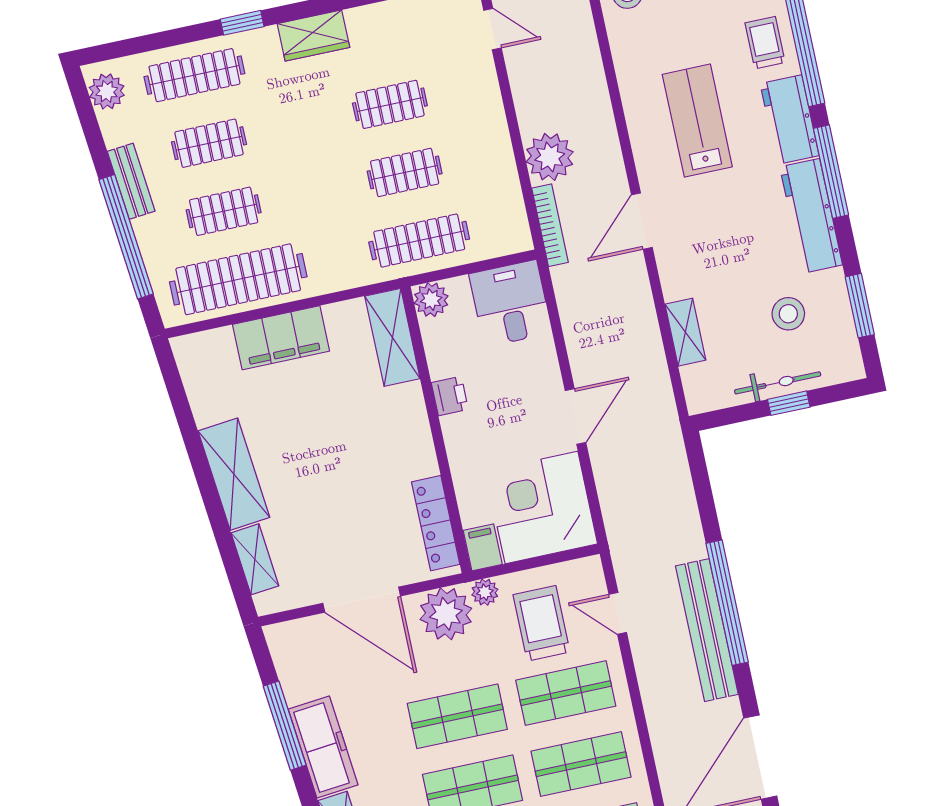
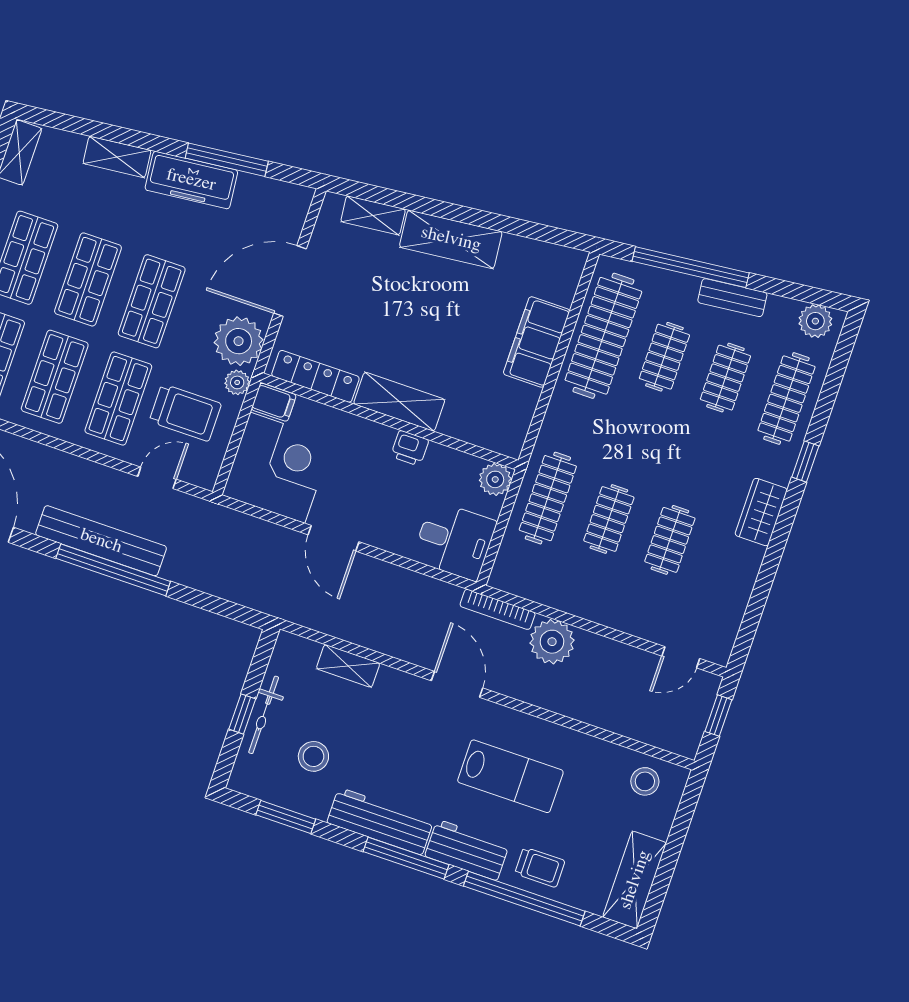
shelving: (392, 337) -> (399, 402), moved

